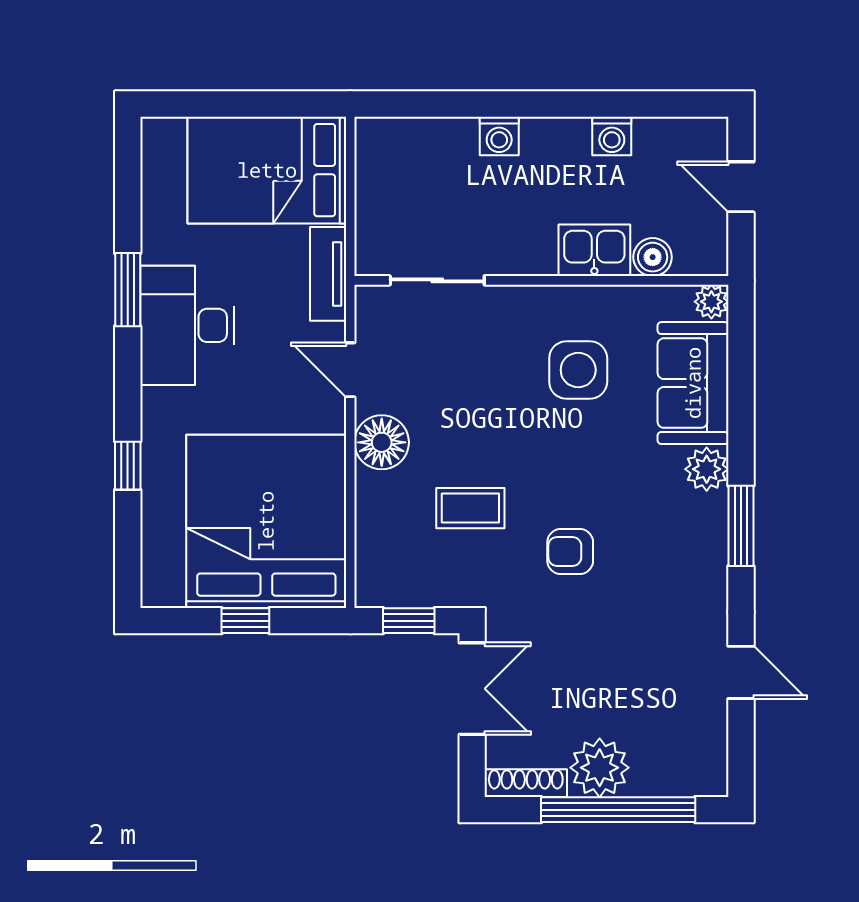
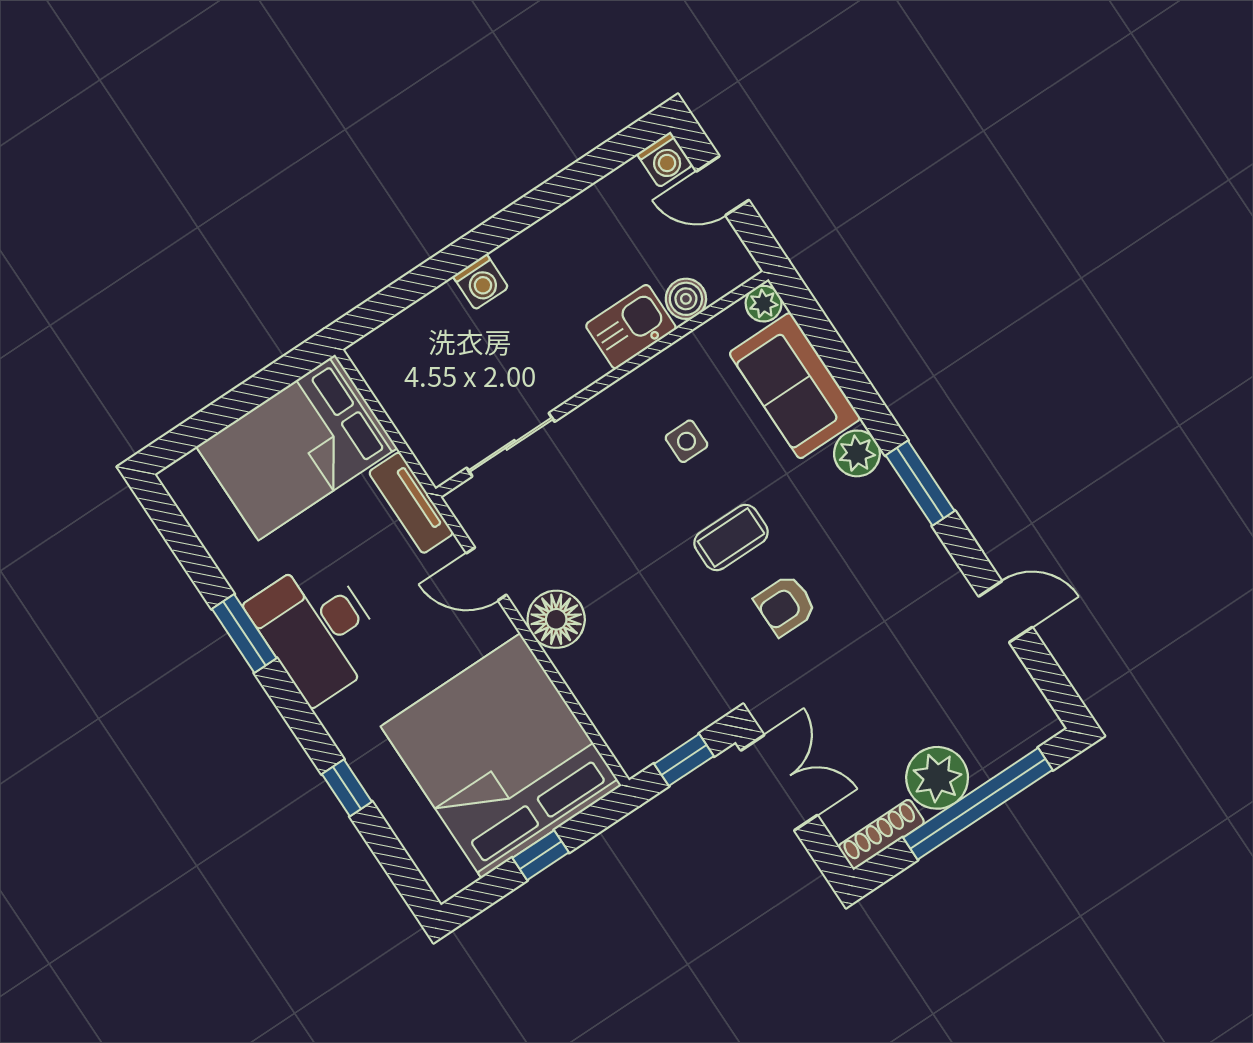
washing machine: (612, 136) -> (665, 160), moved
side table: (578, 370) -> (686, 441), width x0.54, depth x0.54
coffee table: (470, 508) -> (731, 538), moved

